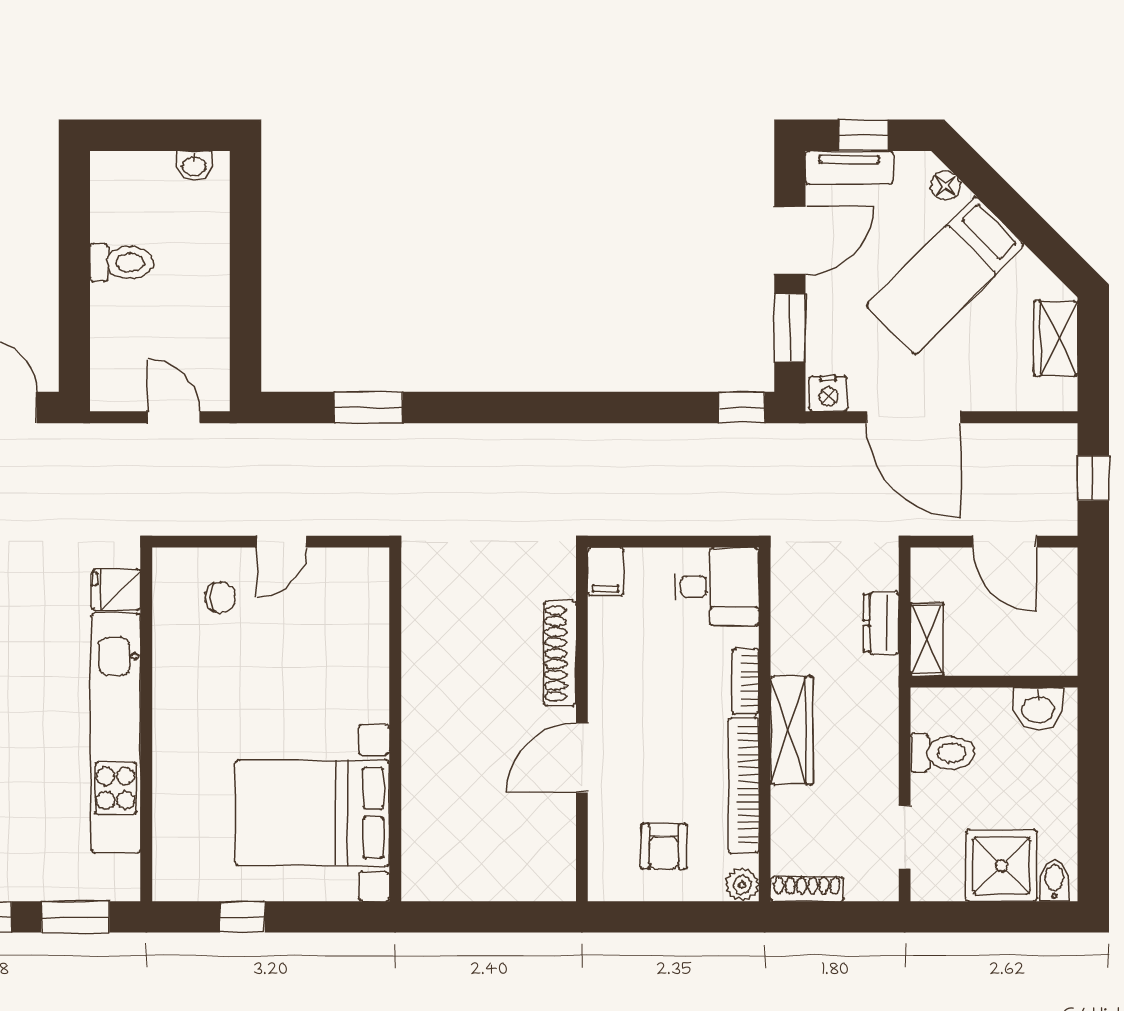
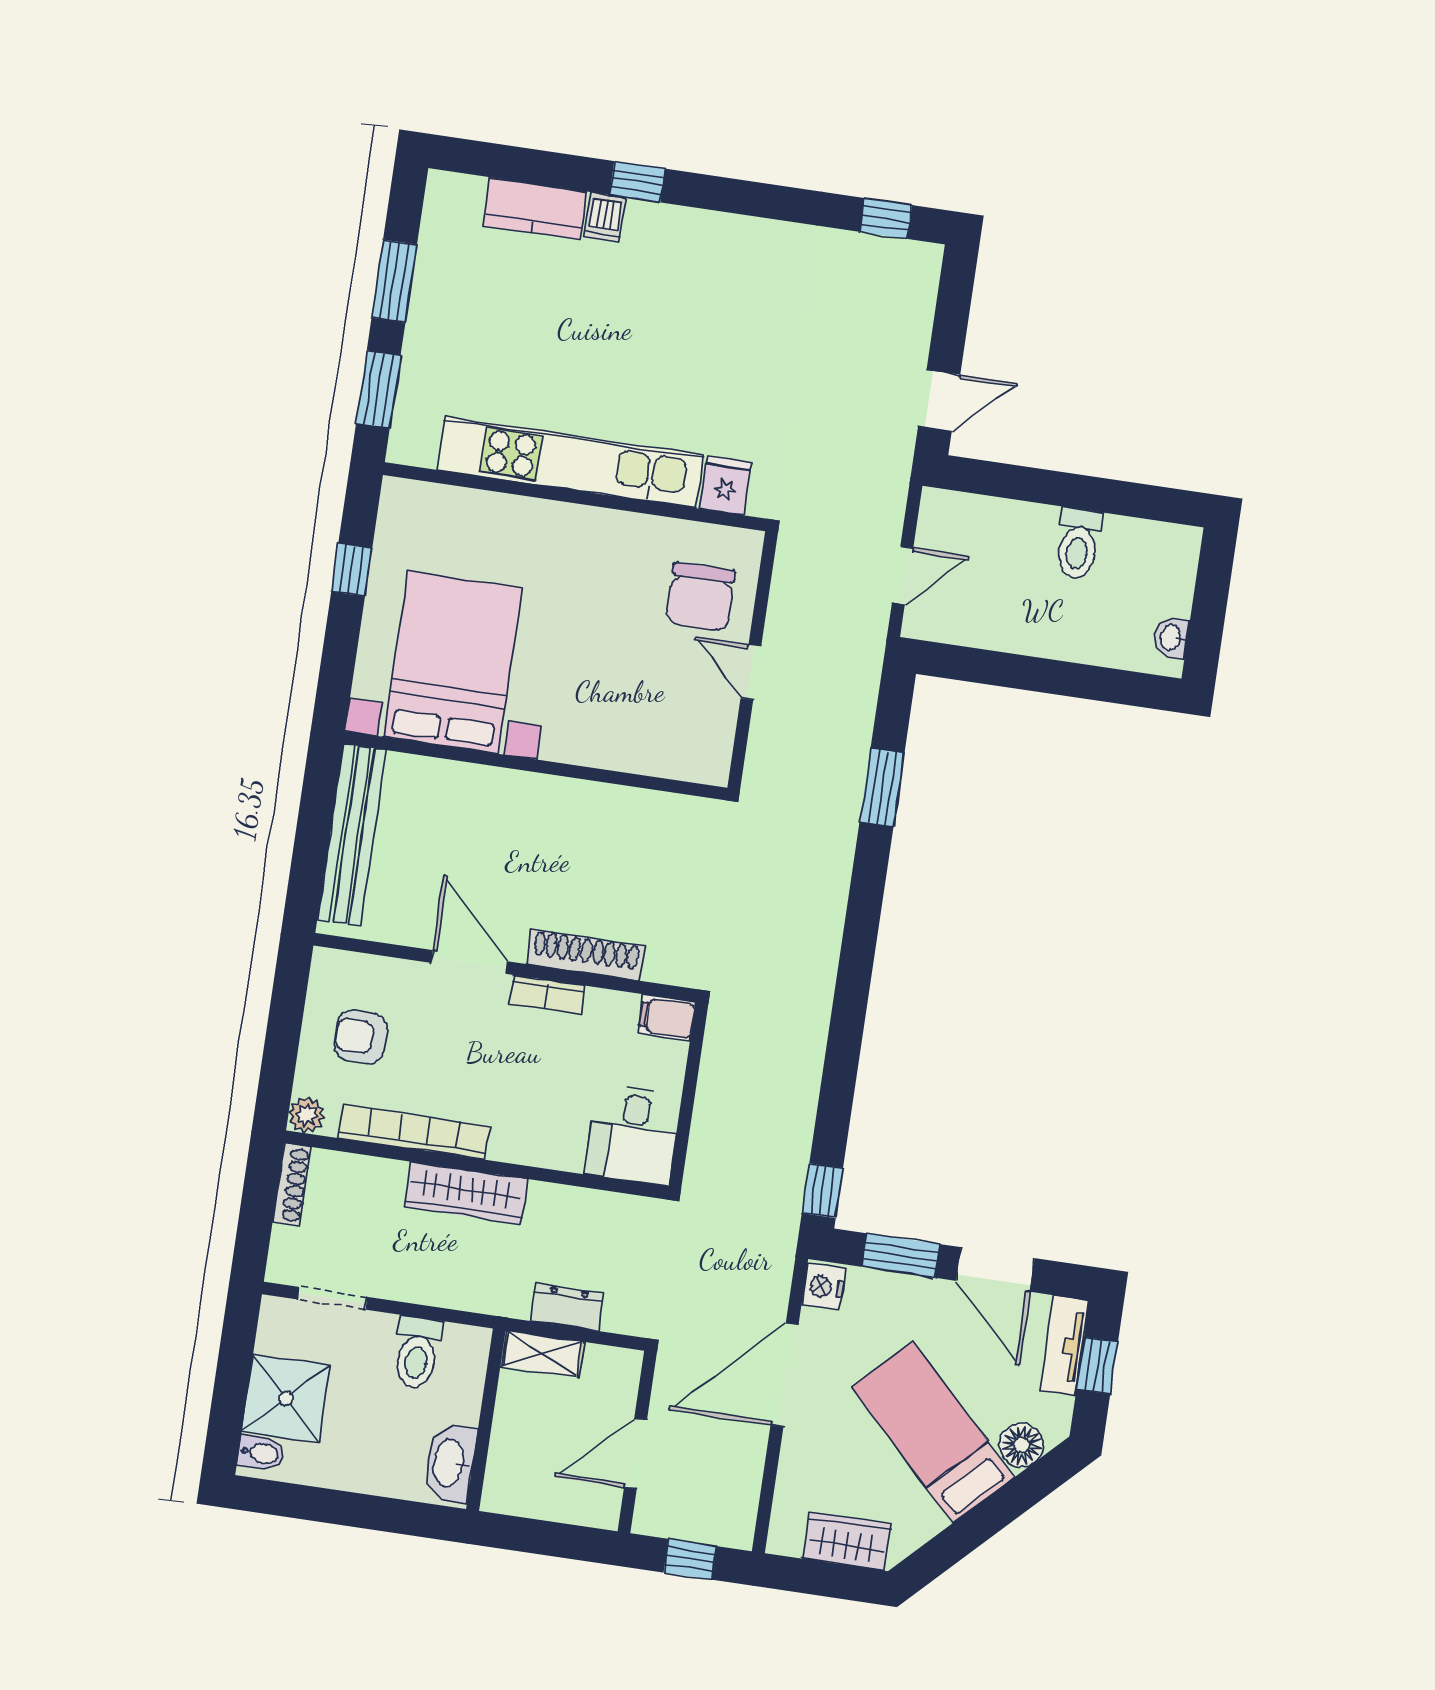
floor lamp: (945, 186) -> (1021, 1445), width x1.37, depth x1.37
chair: (220, 597) -> (701, 597), width x1.87, depth x1.87
bookcase: (746, 681) -> (547, 995), moved, turned 180
washbasin: (1038, 709) -> (450, 1463), width x1.38
bench: (482, 881) -> (352, 835), added

